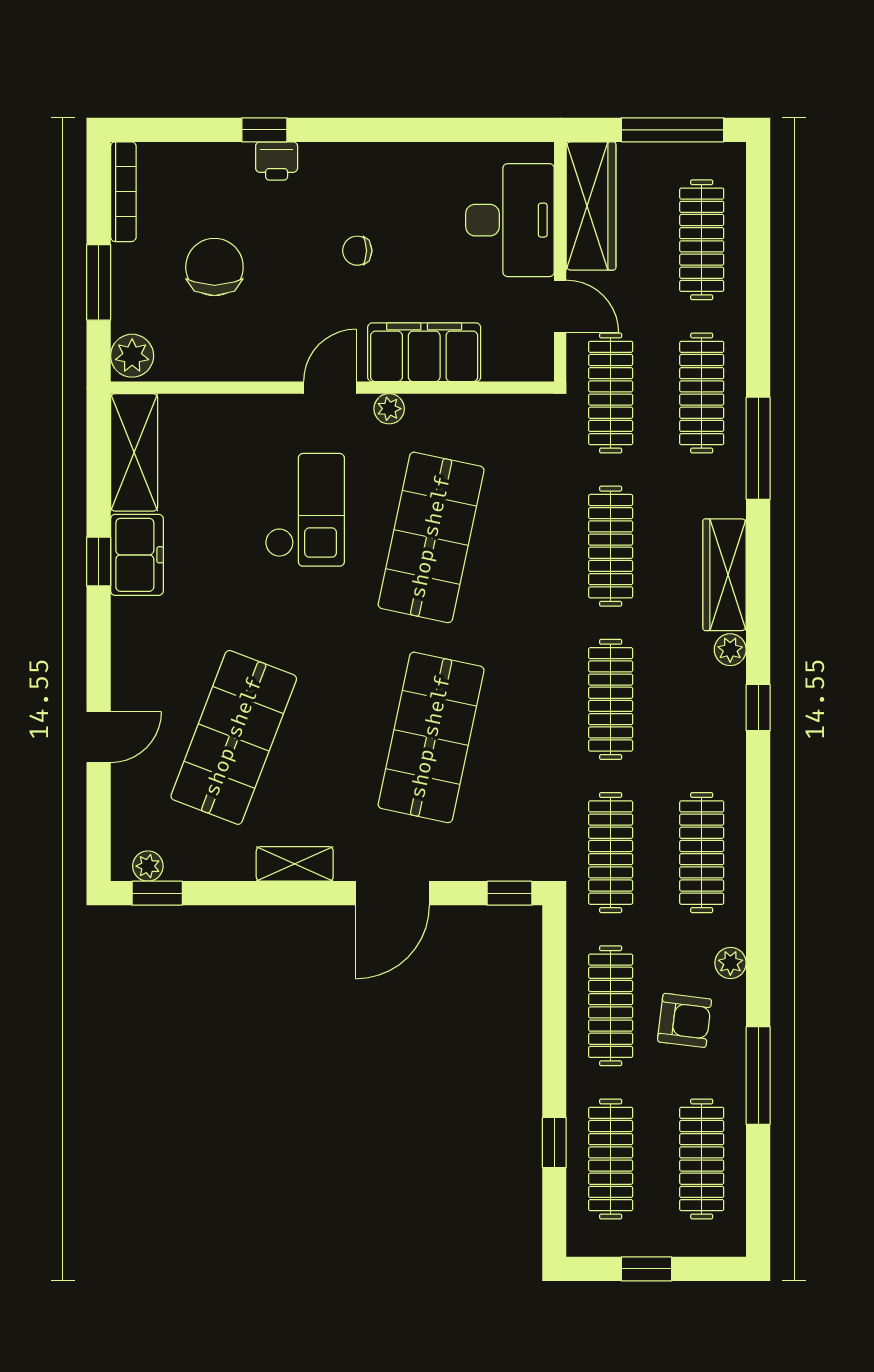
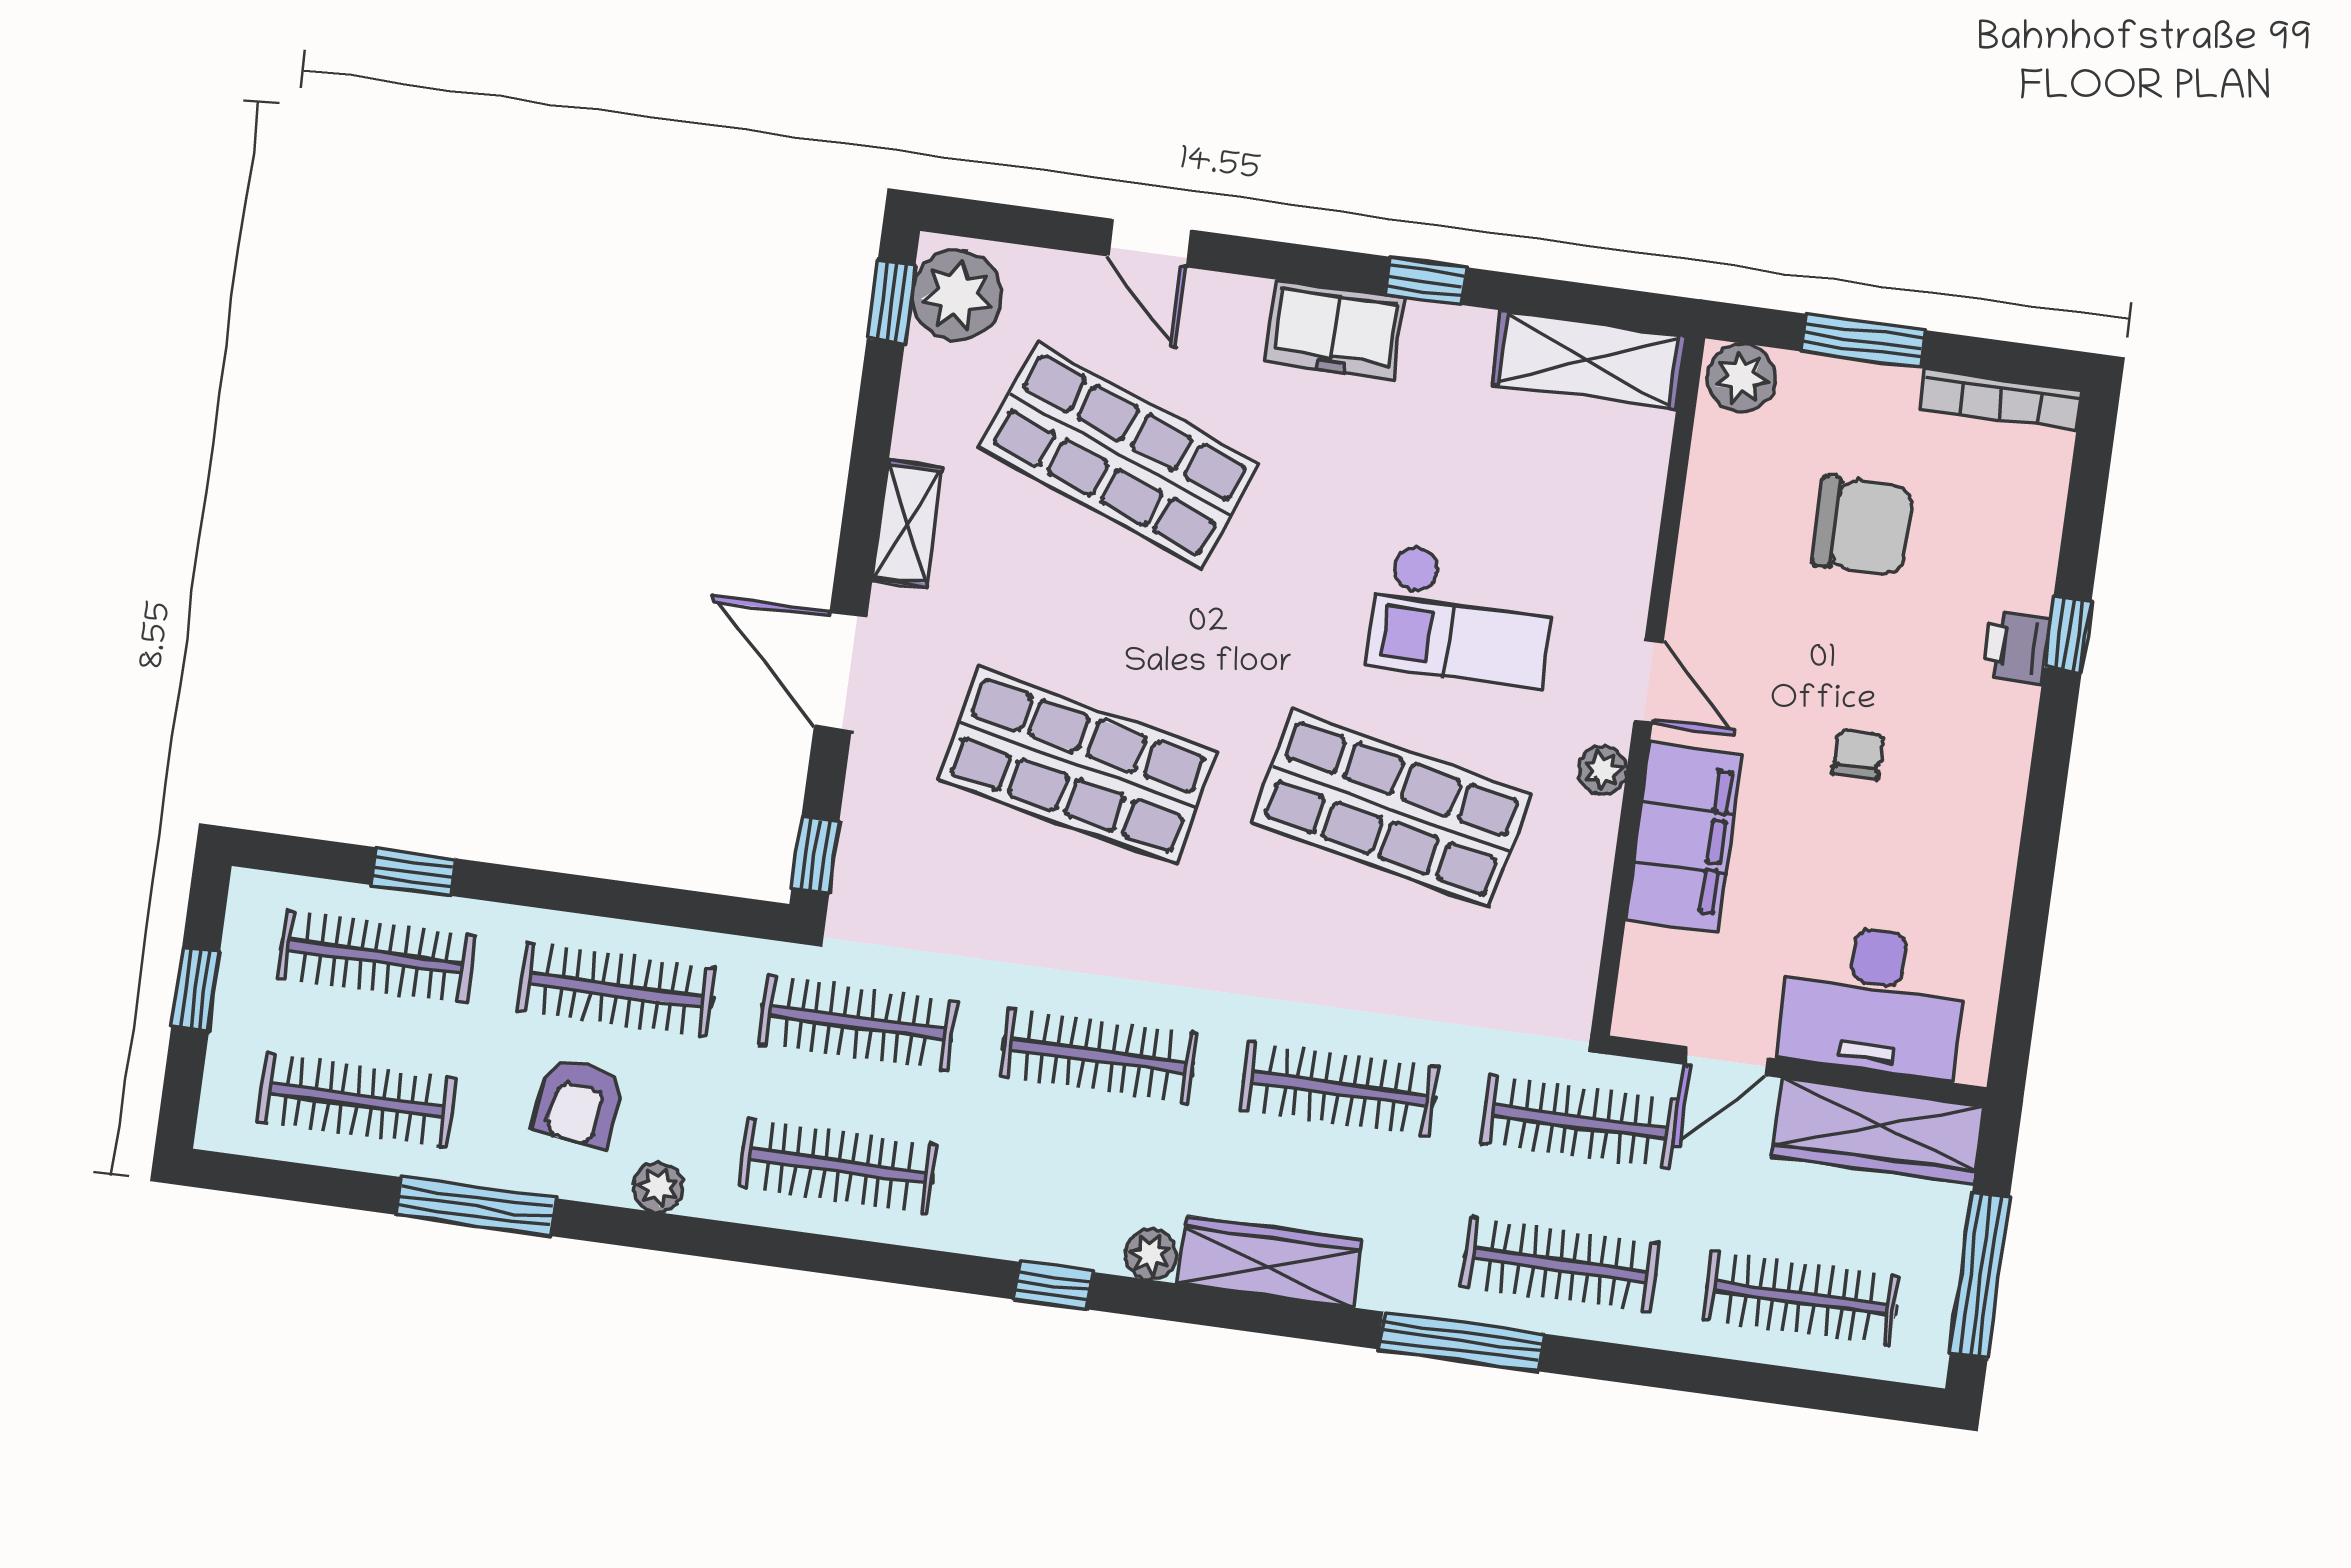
freezer: (137, 555) -> (1335, 330), moved
plant: (148, 866) -> (957, 296), width x1.88, depth x1.88

